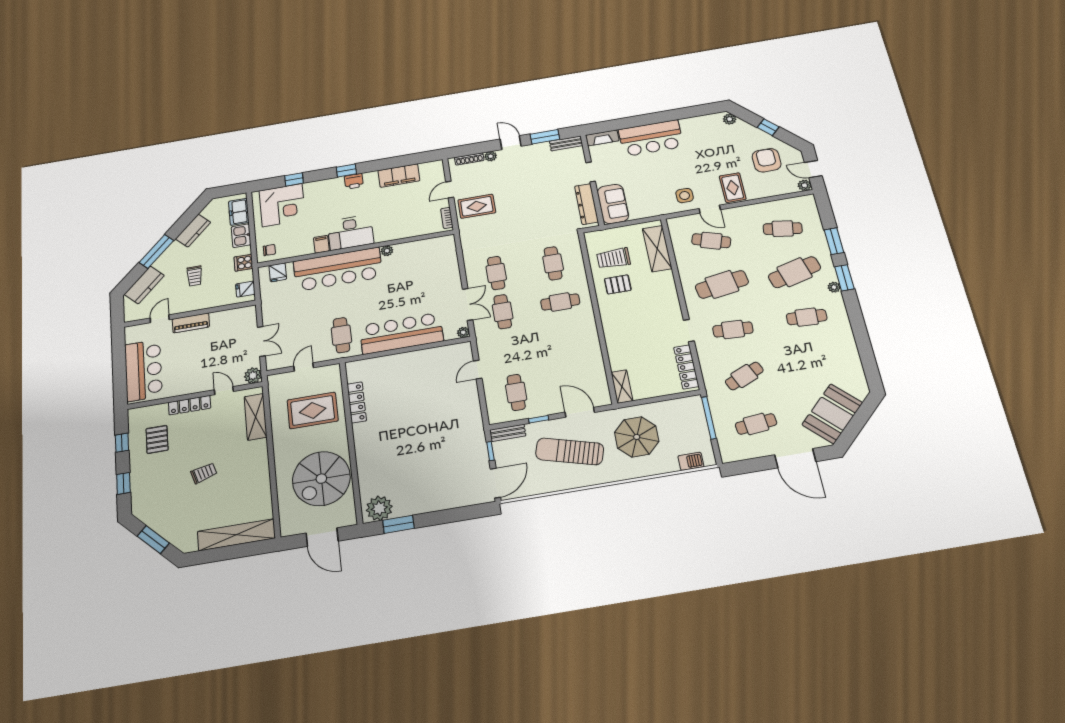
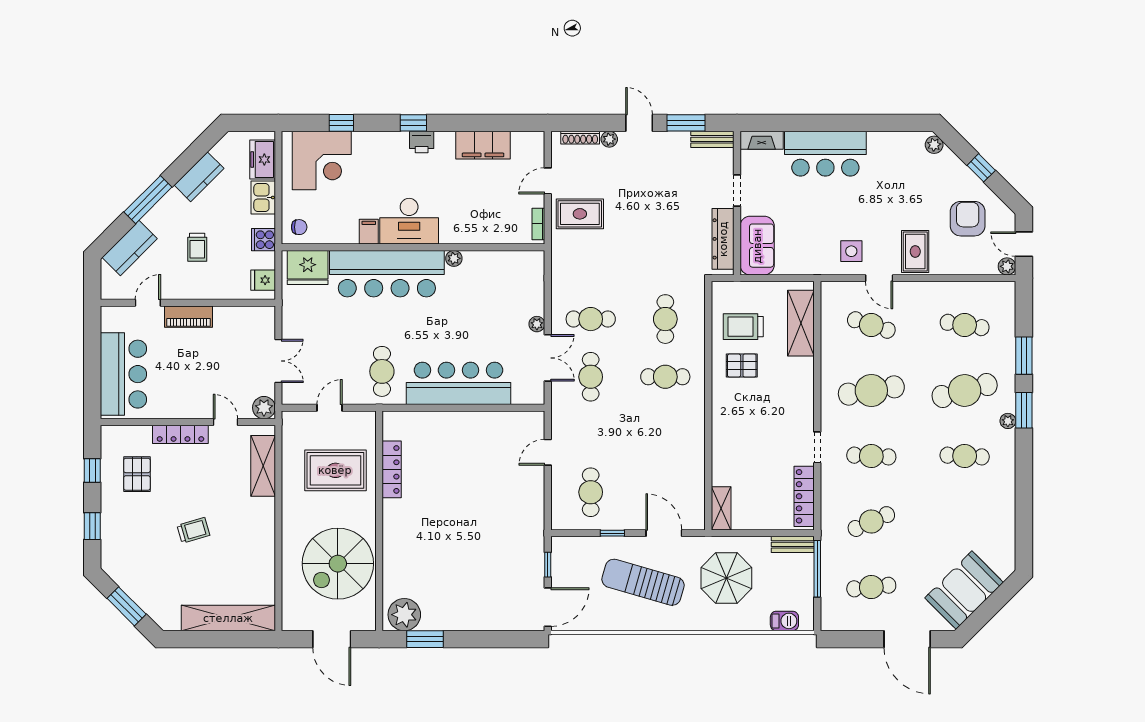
fridge: (278, 272) -> (308, 267), width x1.88, depth x1.34
cafe table: (496, 273) -> (591, 319), turned 90
plant: (463, 332) -> (537, 324), moved
bench: (508, 433) -> (793, 544), moved

